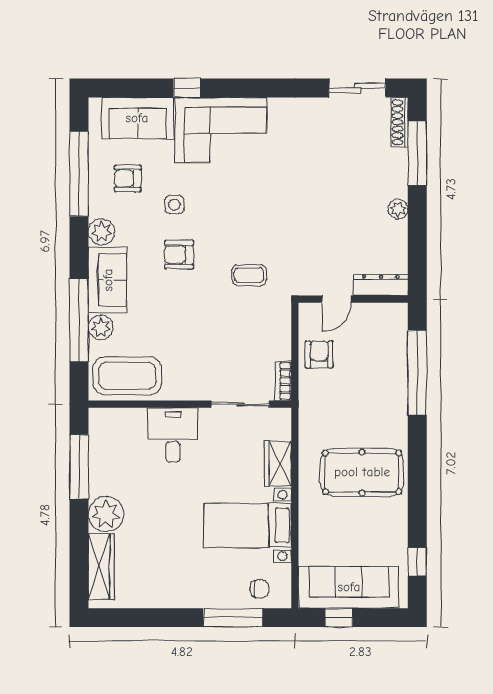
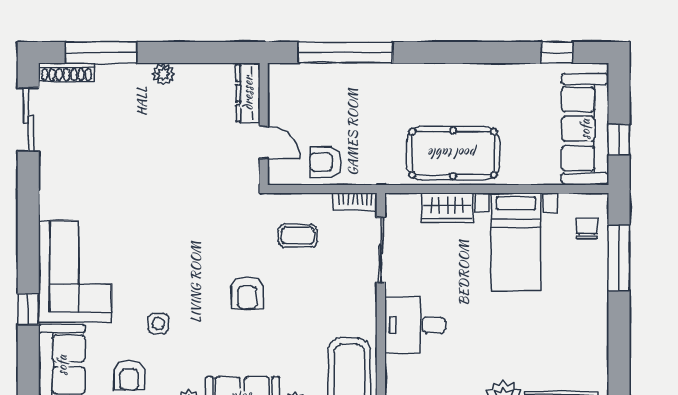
armchair: (179, 255) -> (247, 293), moved
coffee table: (249, 275) -> (298, 236), moved, turned 90
pool table: (362, 472) -> (453, 153), moved, turned 90

